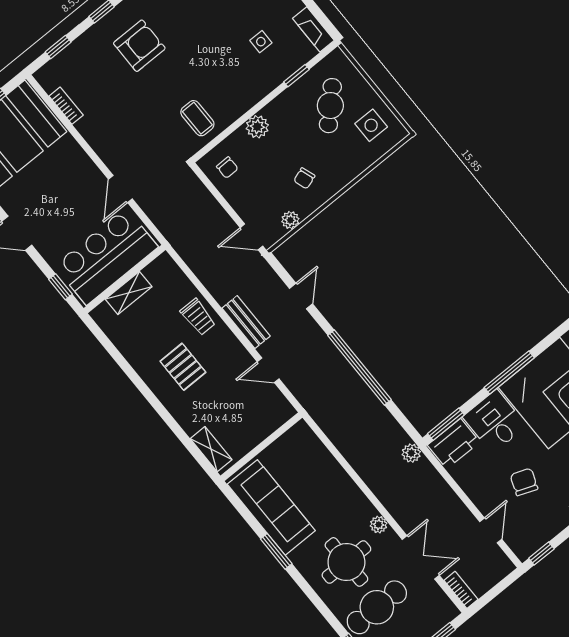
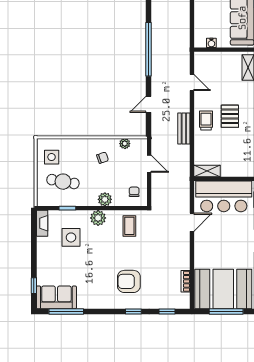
side table: (261, 42) -> (71, 237), width x1.87, depth x1.87
plant: (246, 95) -> (98, 218), added
cafe table: (330, 106) -> (63, 182), turned 55
door: (251, 237) -> (149, 164), moved
shelving: (129, 293) -> (207, 171), moved
trolley: (198, 317) -> (206, 120), moved
bench: (246, 322) -> (184, 129), moved
water cooler: (284, 442) -> (211, 43), added

